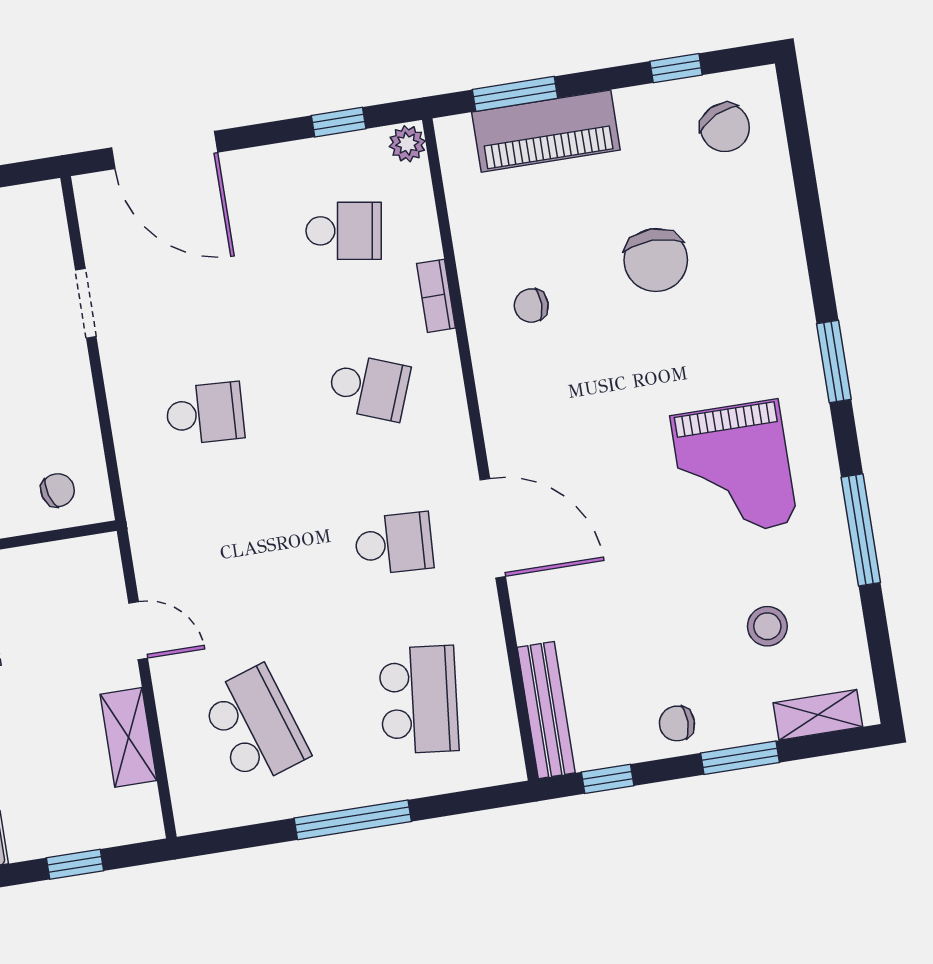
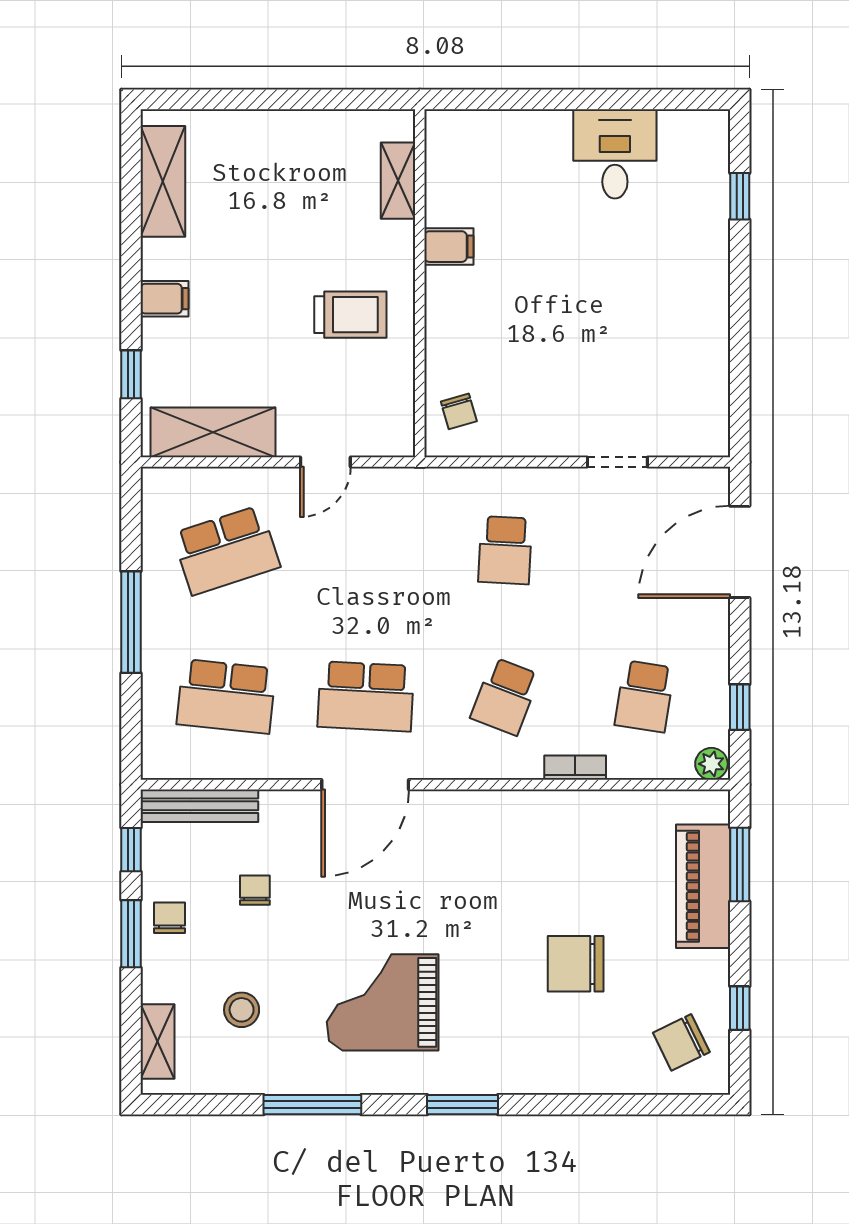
chair: (531, 306) -> (255, 890), moved
school desk: (394, 543) -> (366, 696), width x1.85
shelving: (128, 737) -> (213, 432), width x1.50, depth x1.33
window: (740, 758) -> (131, 934), moved

